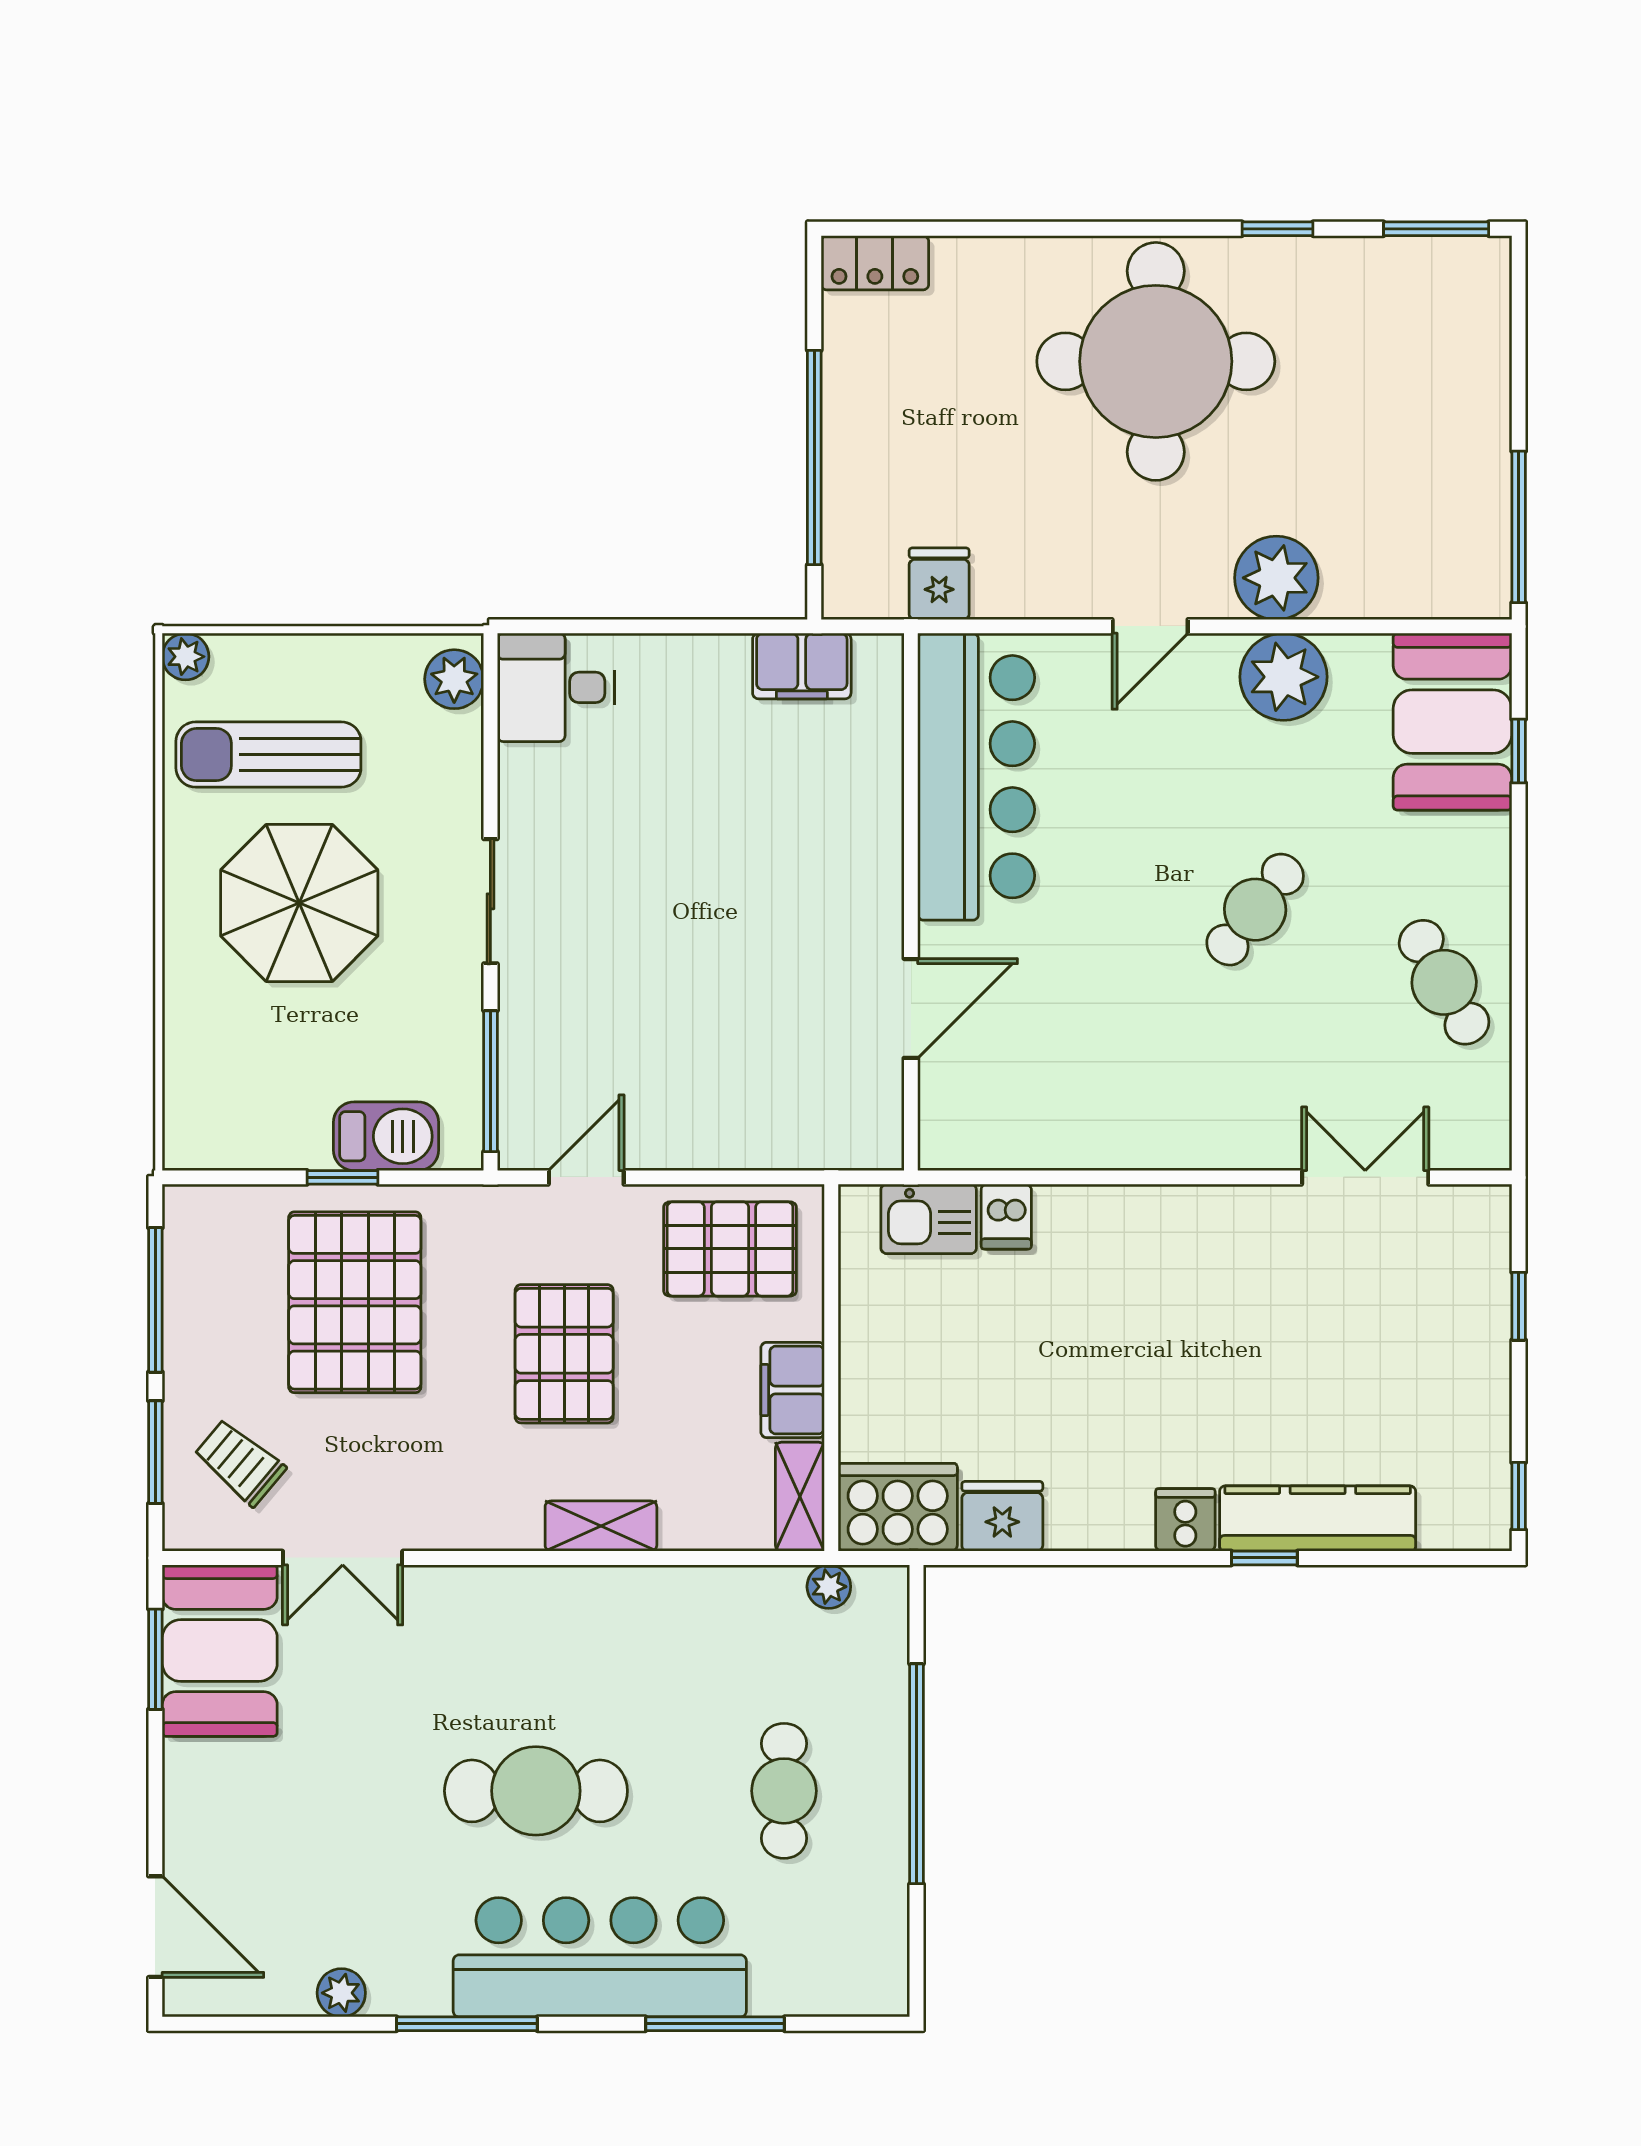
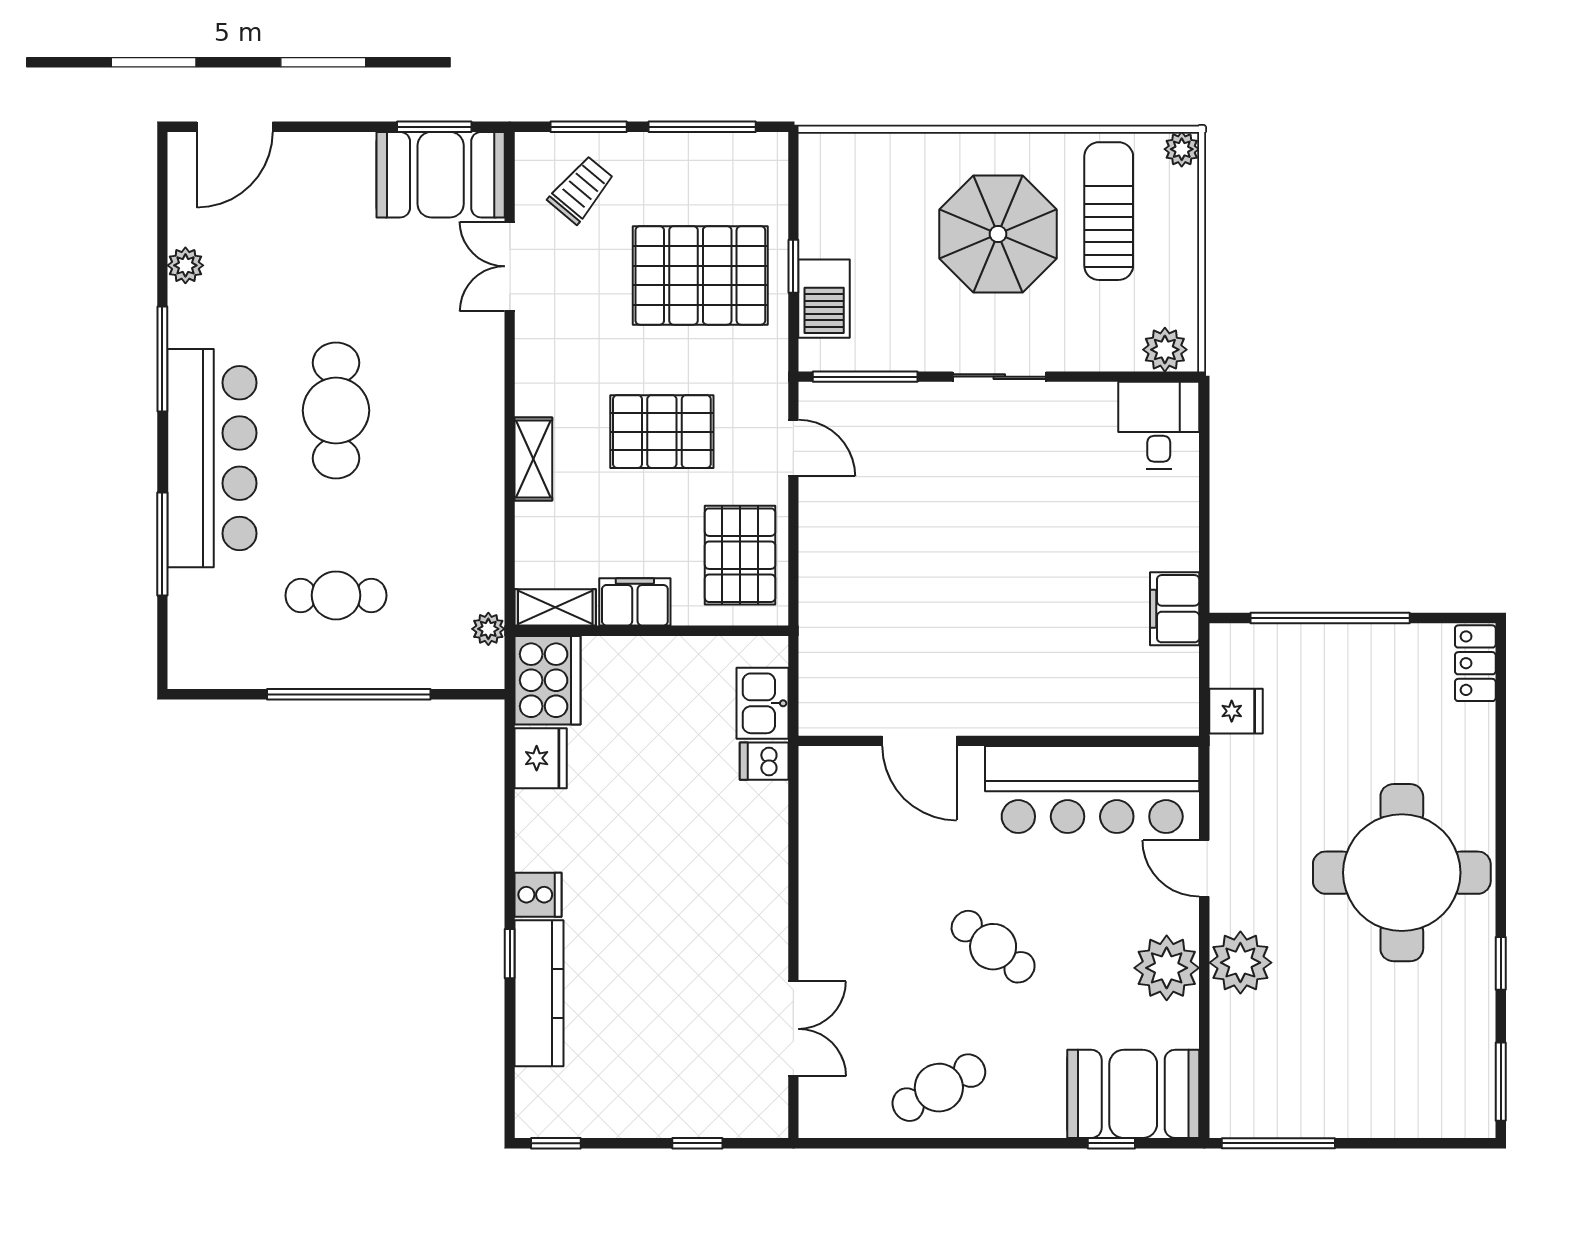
bar counter: (976, 777) -> (1092, 790), moved
wall: (911, 902) -> (999, 741), moved
door: (911, 1008) -> (919, 741), moved

